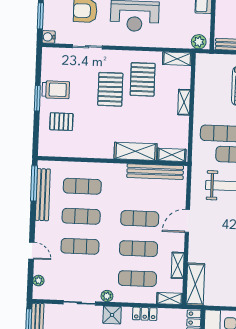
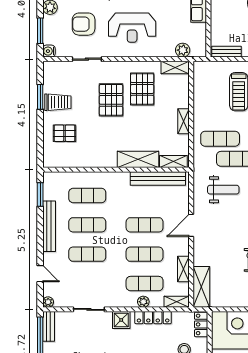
plant: (199, 42) -> (183, 50), moved
window: (37, 98) -> (40, 97), moved
shelving: (184, 102) -> (183, 121), moved
window: (34, 183) -> (40, 195), width x0.69
bench: (43, 195) -> (49, 226), moved
door: (31, 251) -> (40, 274), moved
plant: (38, 281) -> (48, 302), moved
plant: (107, 296) -> (143, 302), moved
locker: (145, 314) -> (153, 318), width x1.53

